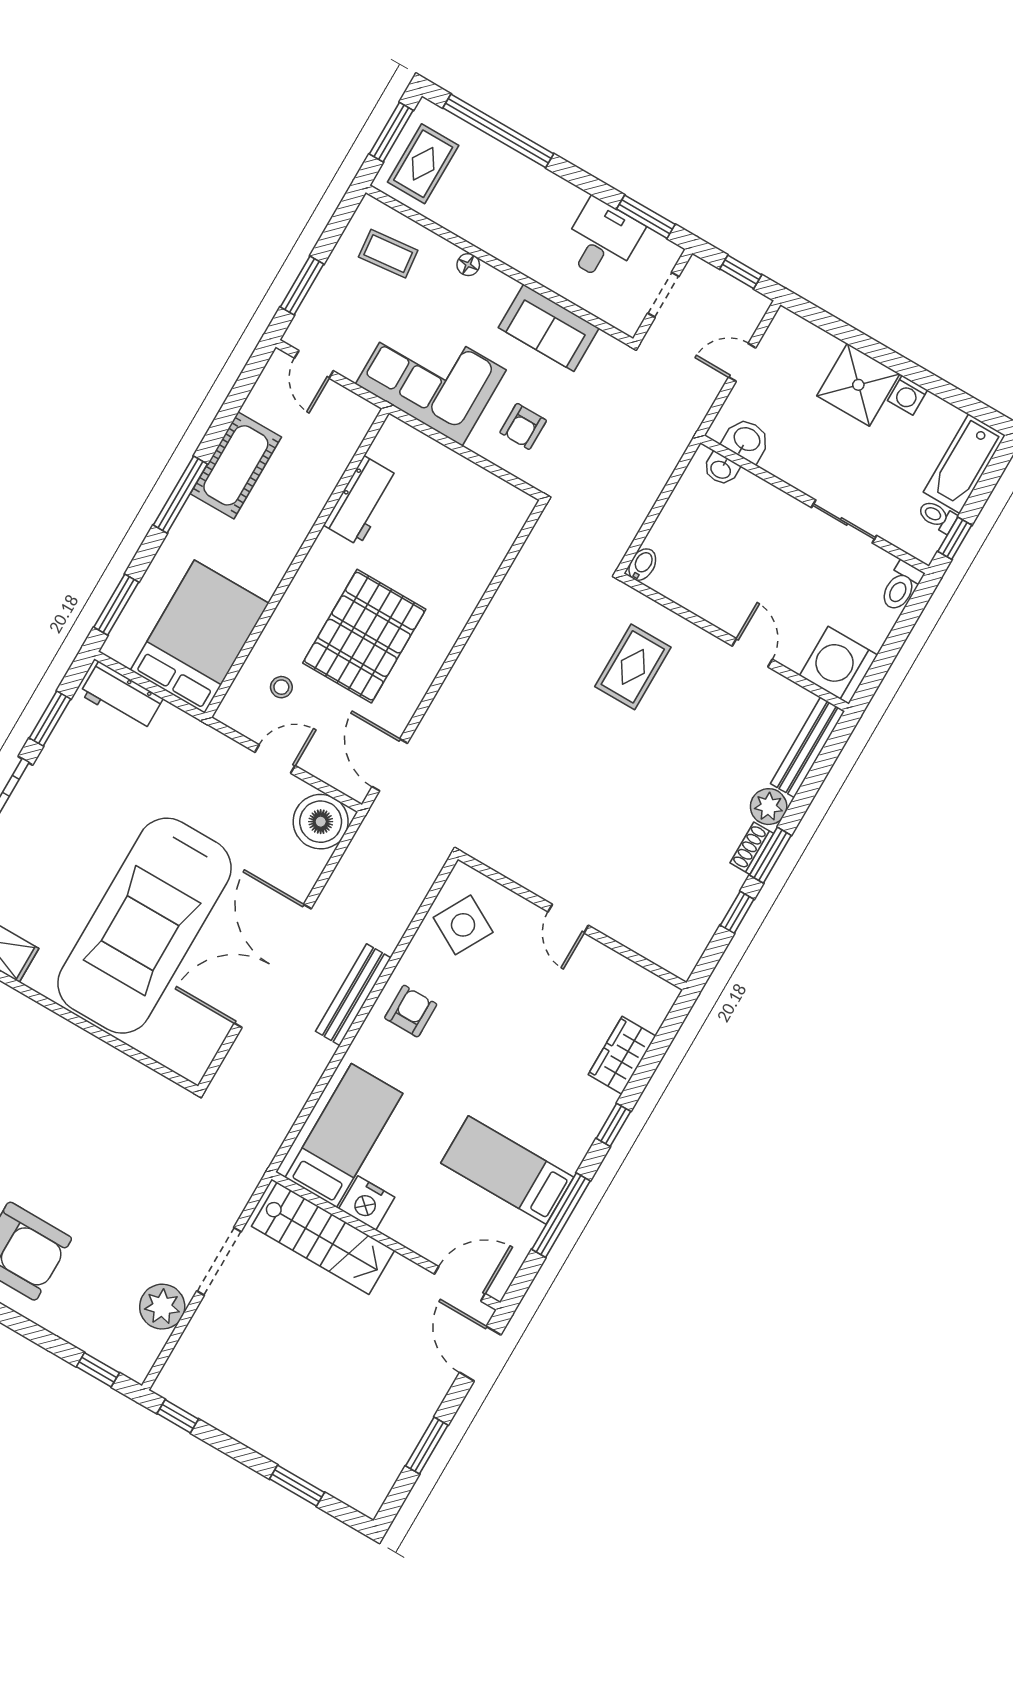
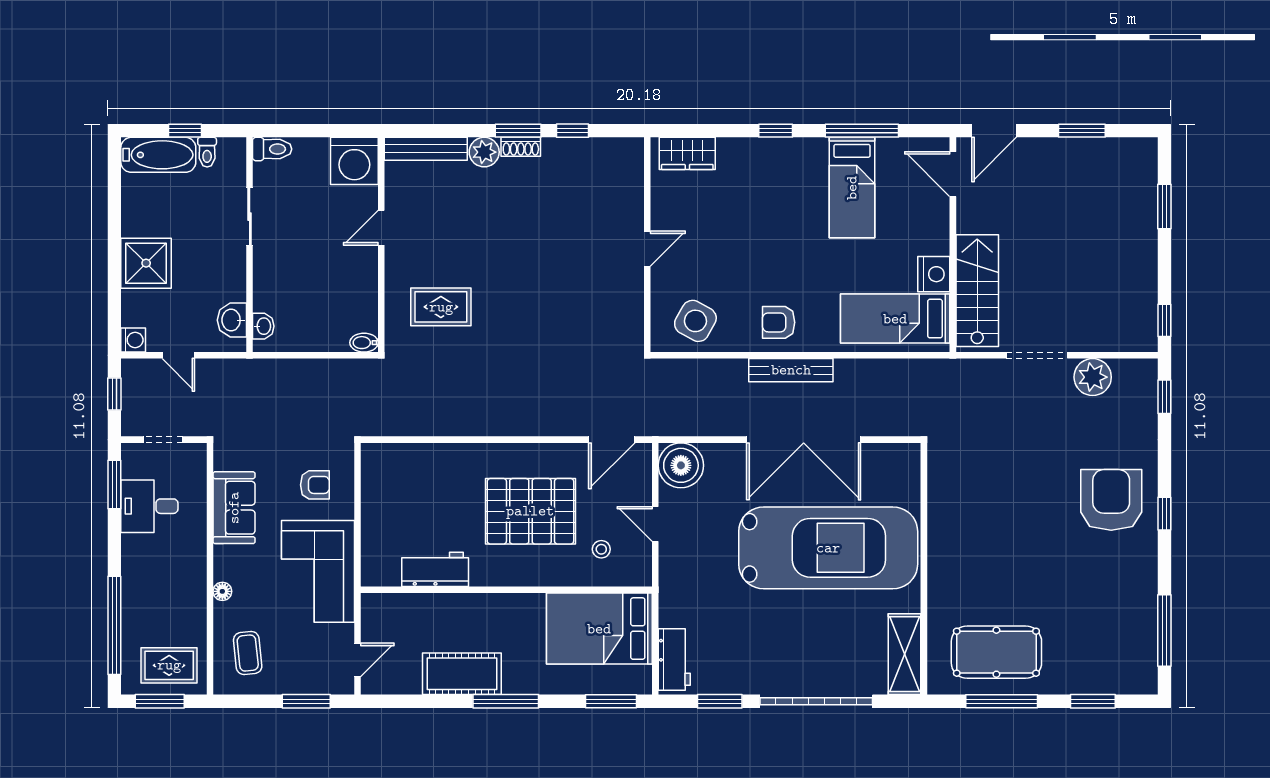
washing machine: (908, 395) -> (133, 340), moved
window: (955, 538) -> (185, 131), moved
wardrobe: (622, 1055) -> (687, 153), moved

